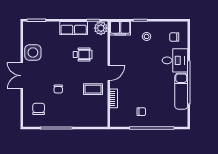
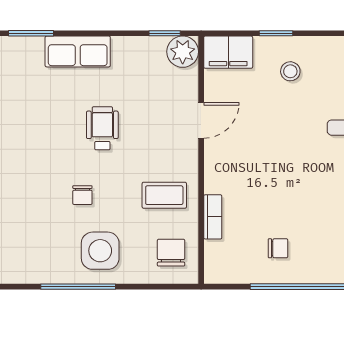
row of seats: (74, 28) -> (78, 51), moved
side table: (33, 52) -> (100, 251), moved
wheelchair: (83, 54) -> (102, 128), moved, turned -90
door: (109, 73) -> (201, 120), moved
chair: (39, 109) -> (171, 253), moved

